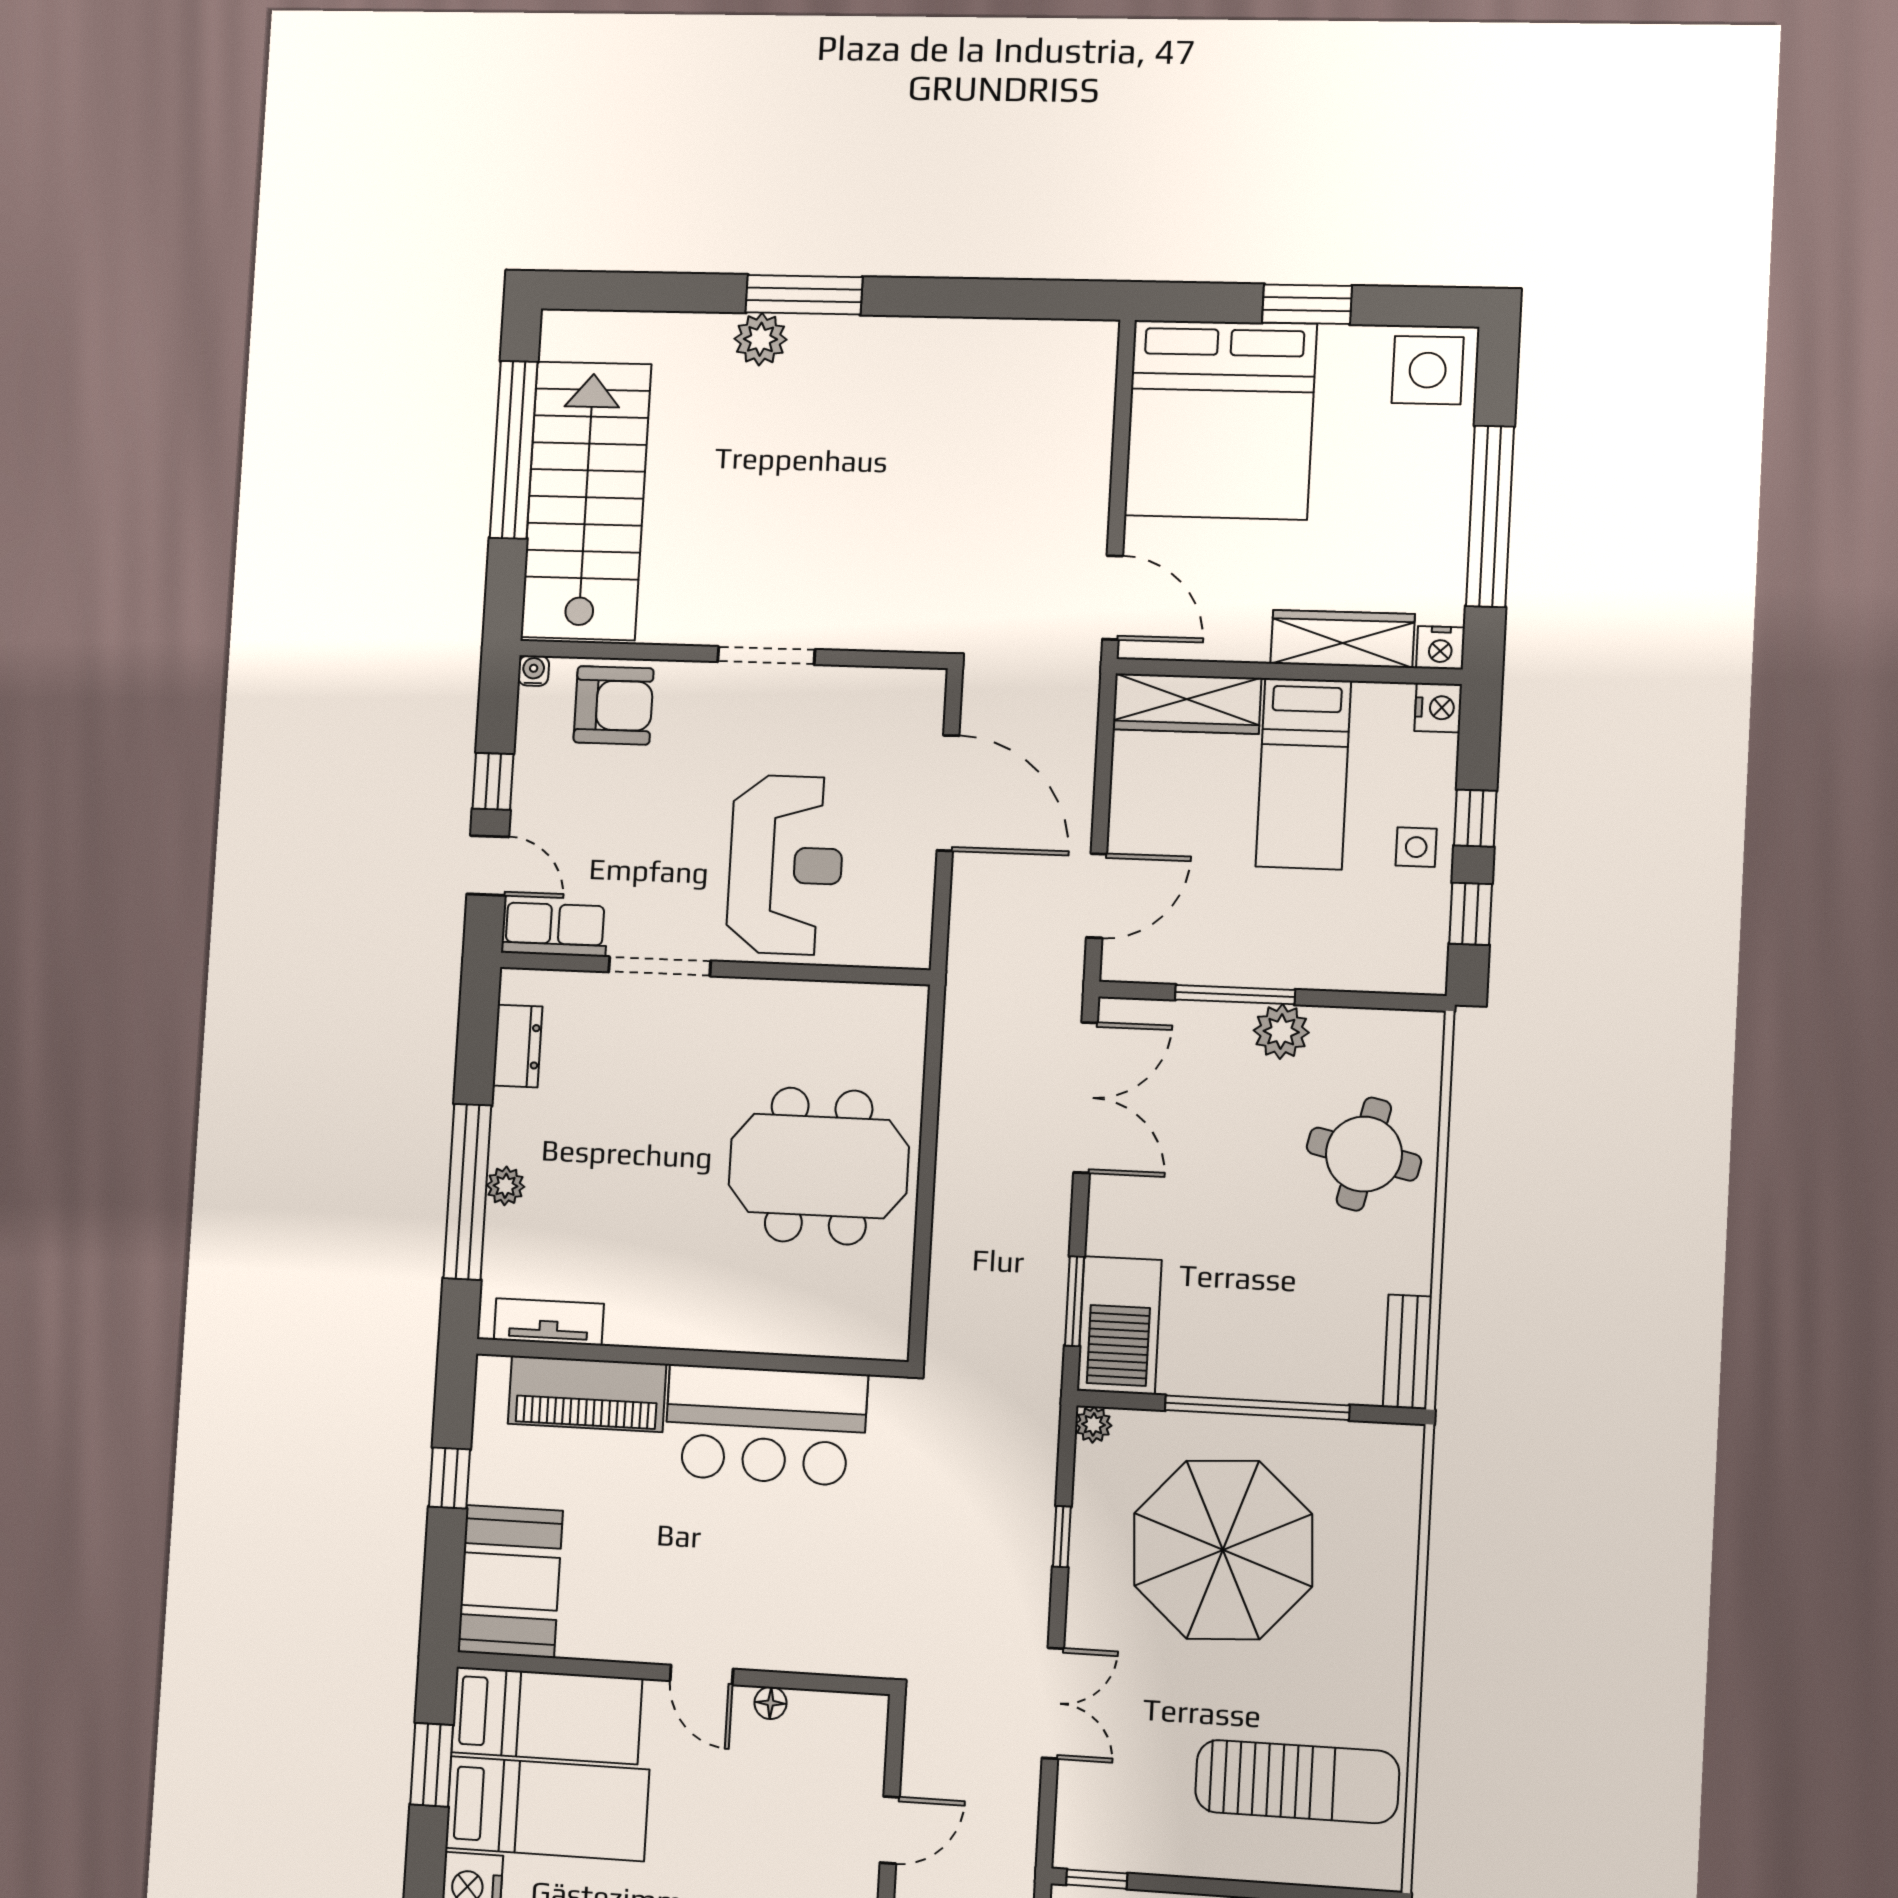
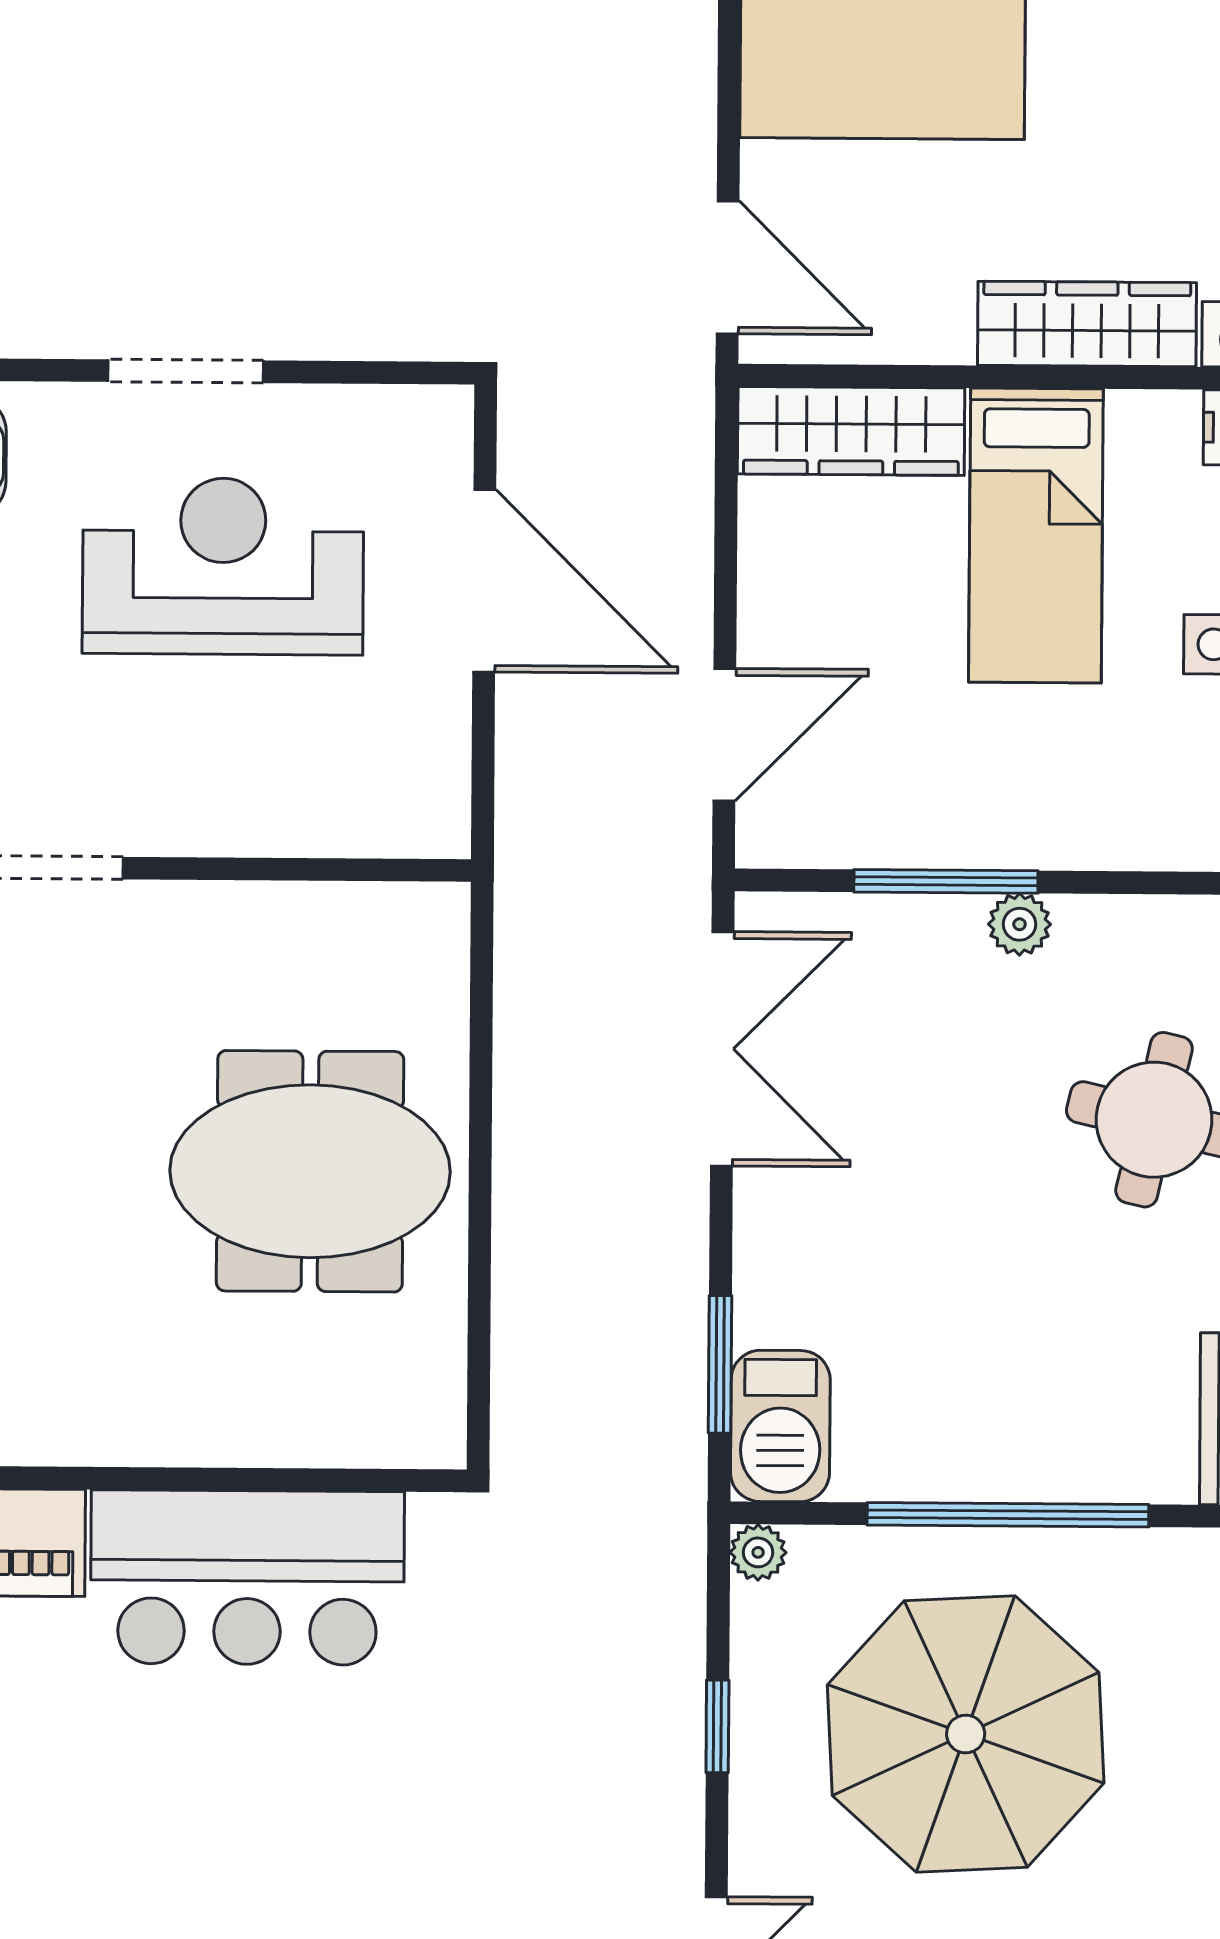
reception desk: (786, 865) -> (223, 566), moved, turned -90
plant: (1281, 1032) -> (1020, 924), width x0.73, depth x0.73
barbecue: (1119, 1325) -> (780, 1426), width x0.73, depth x0.83

